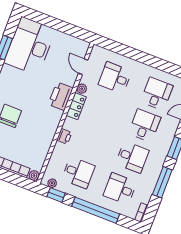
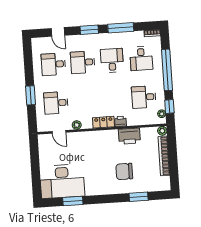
window: (135, 55) -> (31, 95), added
door: (83, 67) -> (59, 132), hinge flipped
desk: (115, 78) -> (56, 103), turned 90
printer: (61, 96) -> (129, 136), moved
locker: (76, 106) -> (103, 122), moved
desk: (78, 173) -> (144, 97), turned -90

